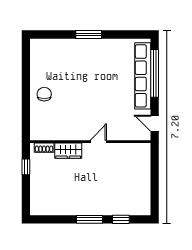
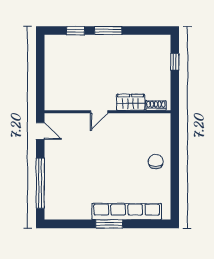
row of seats: (143, 76) -> (127, 212), moved, turned -90
chair: (44, 94) -> (156, 162), turned 180
window: (26, 167) -> (175, 62), moved

